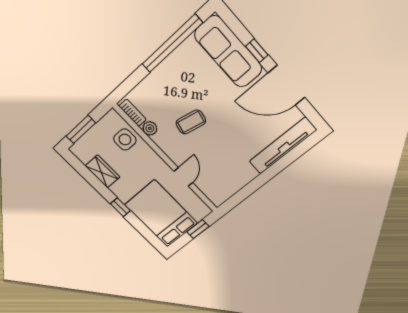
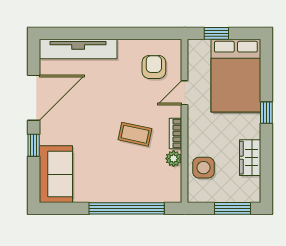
window: (172, 44) -> (127, 208), moved
sofa: (228, 52) -> (56, 174), width x0.73
door: (286, 85) -> (34, 98), hinge flipped
bookcase: (133, 113) -> (176, 133), moved
armchair: (219, 176) -> (154, 67), added

